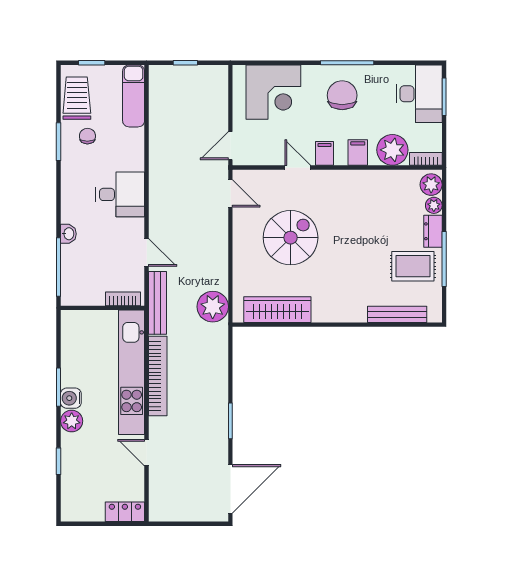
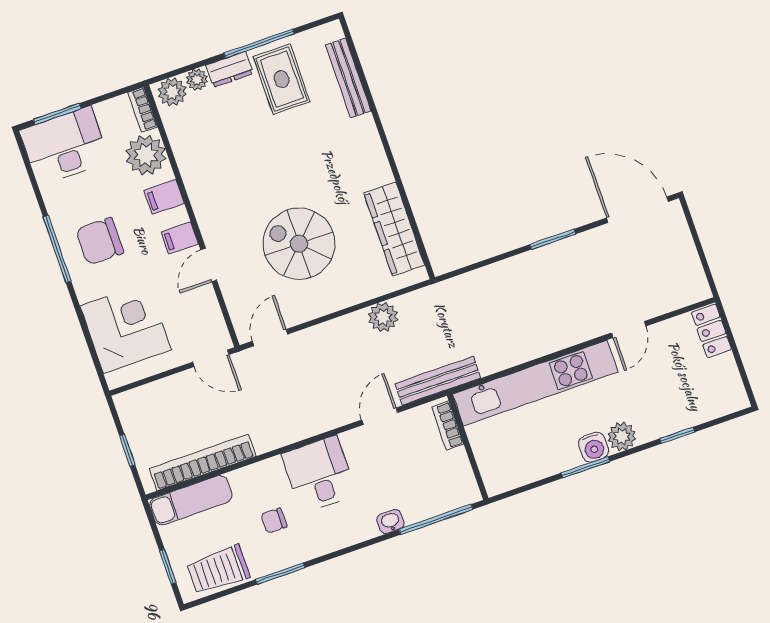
chair: (87, 136) -> (274, 521), moved
plant: (213, 307) -> (383, 317), moved, width x0.73, depth x0.73
bookcase: (158, 376) -> (203, 462), moved

